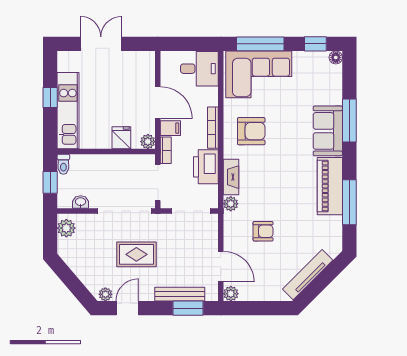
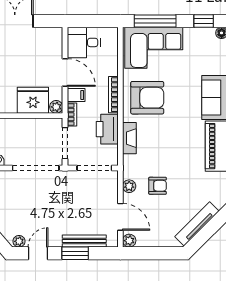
desk: (199, 69) -> (84, 42), moved, turned 180
armchair: (251, 131) -> (147, 98), width x1.36, depth x1.36
fridge: (121, 138) -> (33, 100), width x1.88, depth x1.34
plant: (231, 204) -> (129, 186), moved
rug: (136, 254) -> (46, 206), removed
window: (188, 308) -> (75, 253), moved

